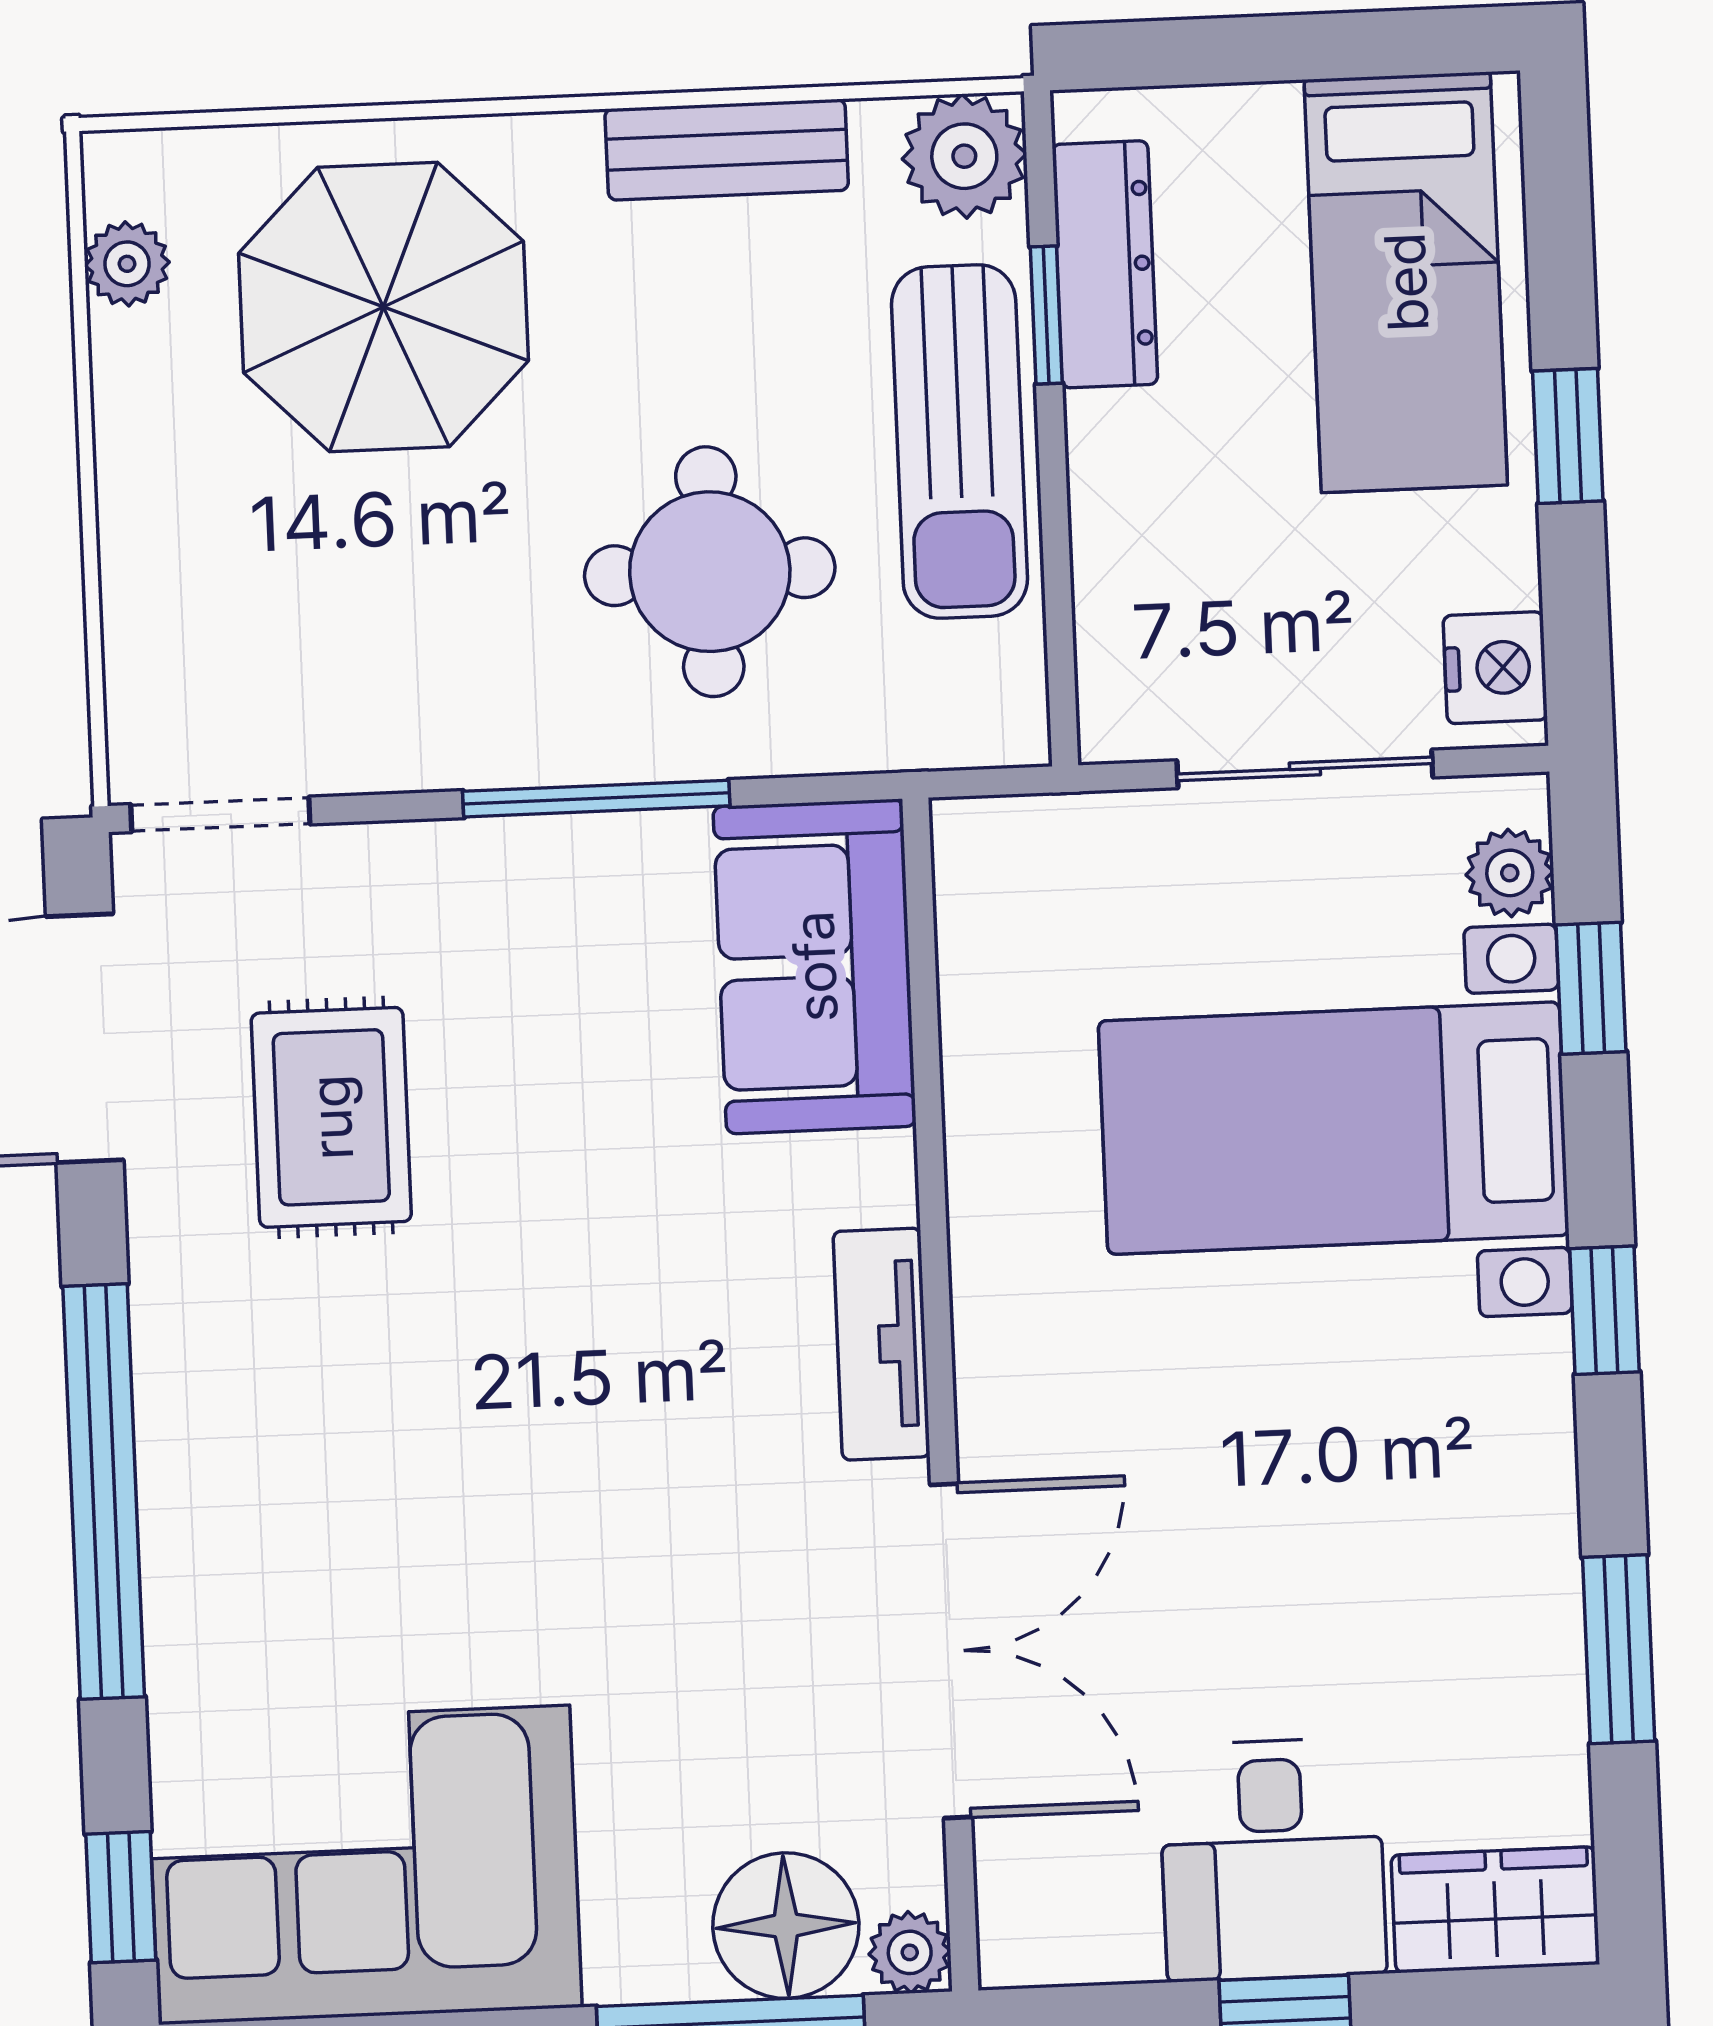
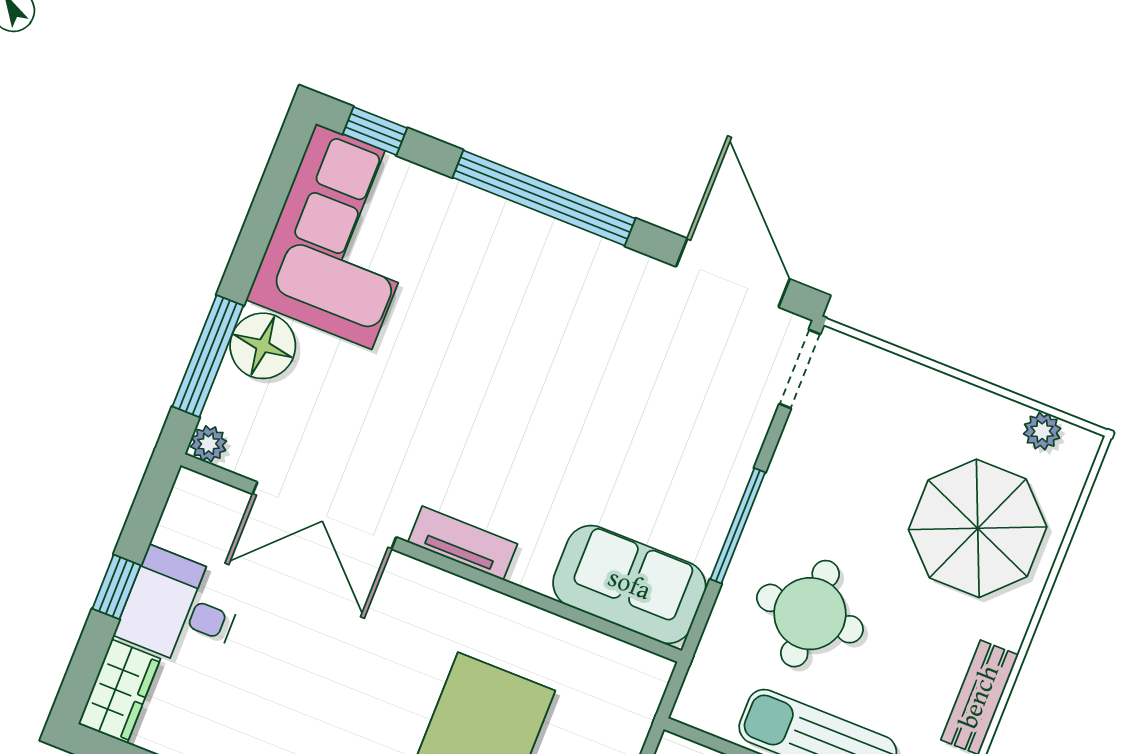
rug: (331, 1117) -> (656, 359), removed
floor lamp: (786, 1926) -> (263, 346), moved

